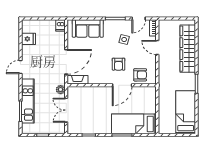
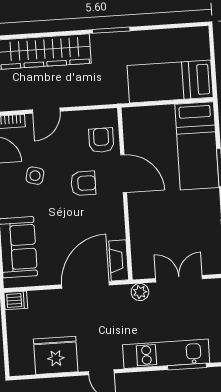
fridge: (28, 39) -> (56, 355), width x1.88, depth x1.34
door: (66, 62) -> (86, 285), hinge flipped
double door: (66, 110) -> (179, 279), swing flipped
bed: (186, 112) -> (170, 81), moved

